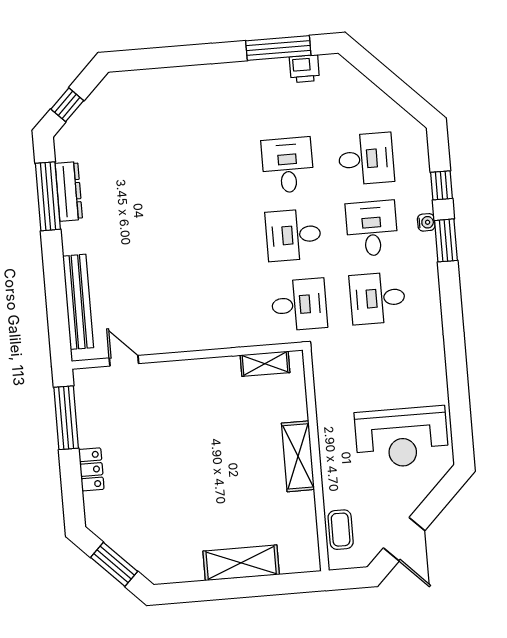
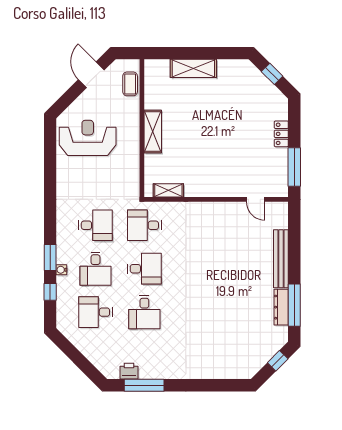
bench: (78, 302) -> (281, 259), moved
window: (114, 564) -> (272, 74), width x0.67

